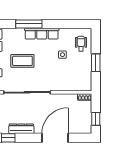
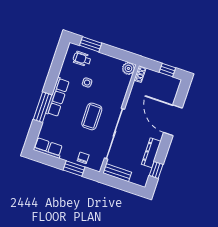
coffee table: (22, 61) -> (92, 116), moved
window: (96, 63) -> (91, 44), moved
plant: (86, 86) -> (128, 68), added

